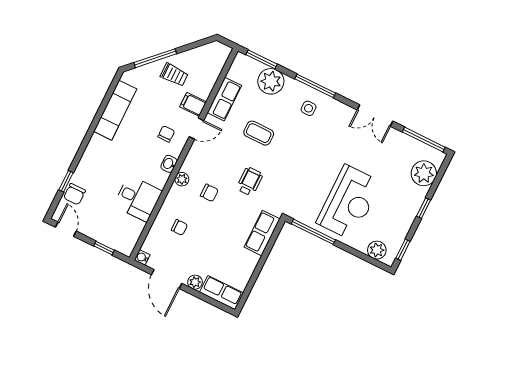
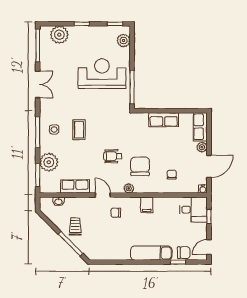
filing cabinet: (193, 104) -> (147, 205), moved
exam couch: (115, 110) -> (151, 253), moved
coffee table: (259, 133) -> (79, 130), moved
washbasin: (169, 164) -> (58, 202), moved
plant: (182, 179) -> (129, 188), moved
wheelchair: (250, 181) -> (113, 156), moved
chair: (209, 193) -> (140, 166), width x1.87, depth x1.87
desk: (138, 198) -> (193, 210), moved, turned 90
row of seats: (262, 233) -> (164, 120), moved

